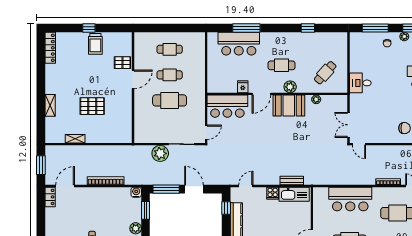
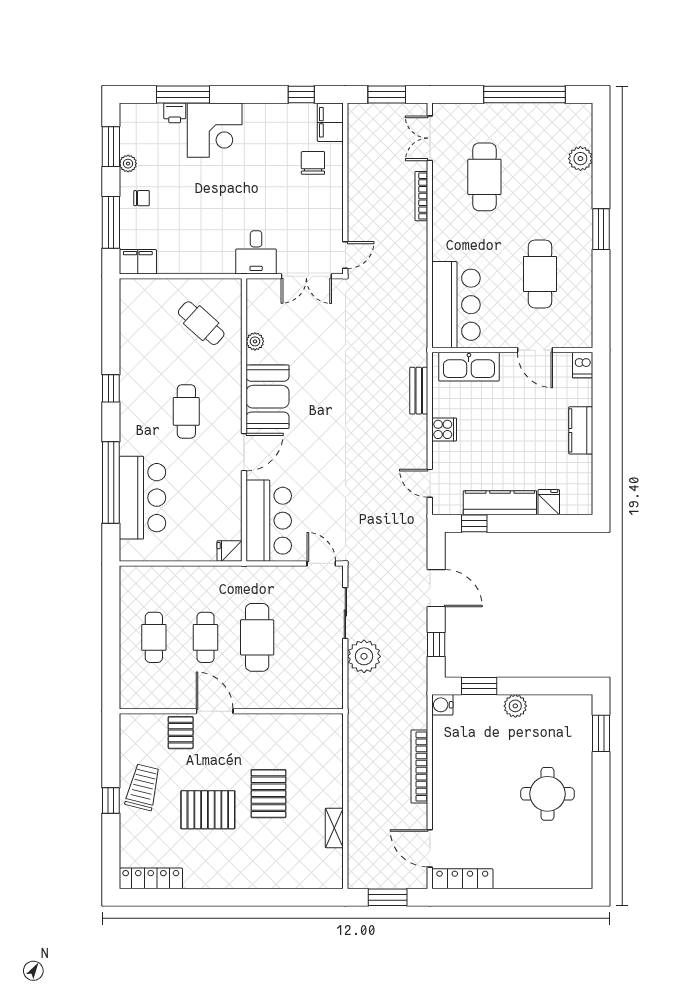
window: (246, 28) -> (111, 482), width x1.46
window: (308, 28) -> (111, 388), moved
filing cabinet: (356, 41) -> (138, 262), added
trolley: (95, 44) -> (143, 787), turned -76
pallet: (84, 76) -> (208, 810), added
desk: (360, 83) -> (256, 252), moved
fridge: (243, 87) -> (230, 551), moved
plant: (290, 87) -> (230, 394), removed
door: (261, 94) -> (244, 452), hinge flipped
shelving: (50, 105) -> (267, 879), removed
window: (166, 189) -> (436, 645), width x0.46
door: (194, 189) -> (436, 588), swing flipped
kitchen sink: (294, 194) -> (469, 367), moved, turned 90
locker: (50, 197) -> (462, 879), width x1.53
bar counter: (350, 199) -> (456, 305), moved

